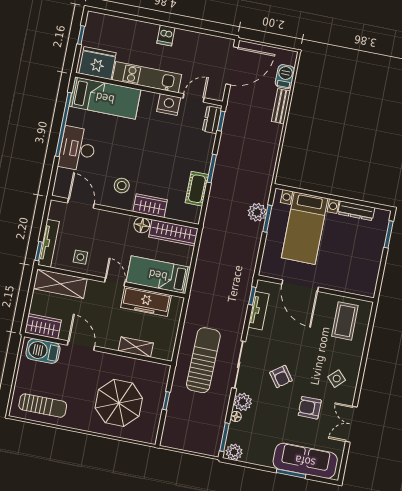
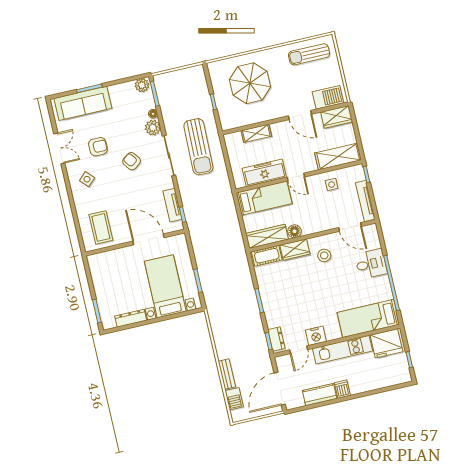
kitchen counter: (193, 40) -> (320, 395), added
desk: (77, 149) -> (371, 264), width x0.73
cot: (197, 189) -> (267, 256), moved, turned 90
plant: (257, 212) -> (208, 282), removed
tv unit: (49, 243) -> (365, 201), moved

